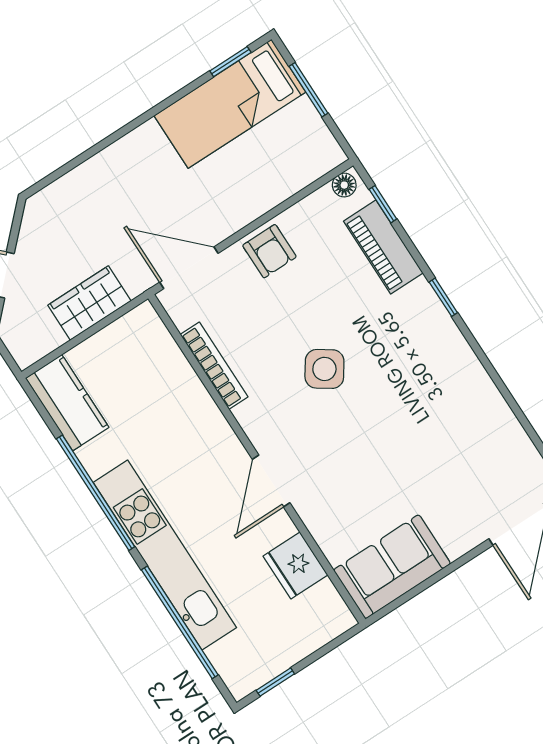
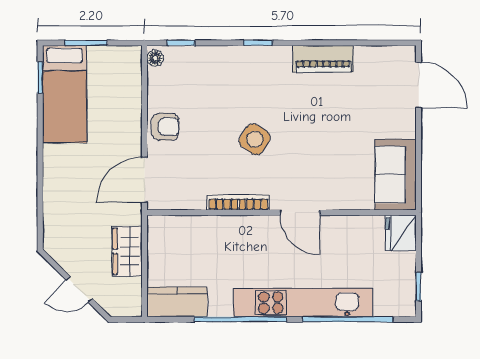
piano: (383, 247) -> (323, 59), moved
bookcase: (214, 366) -> (238, 202), moved
fridge: (296, 565) -> (401, 233), moved, turned 90

